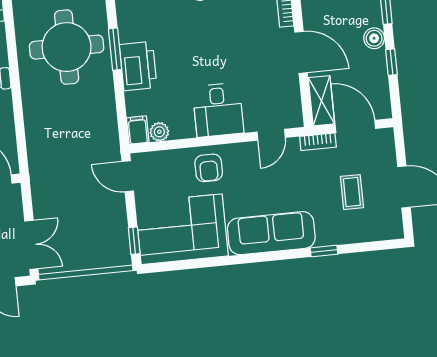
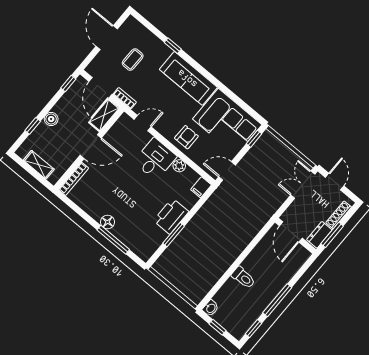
round table: (67, 47) -> (195, 258), removed
door: (301, 52) -> (91, 147), swing flipped
window: (391, 62) -> (68, 83), moved
plant: (159, 132) -> (179, 166), moved
door: (128, 176) -> (227, 171), swing flipped

